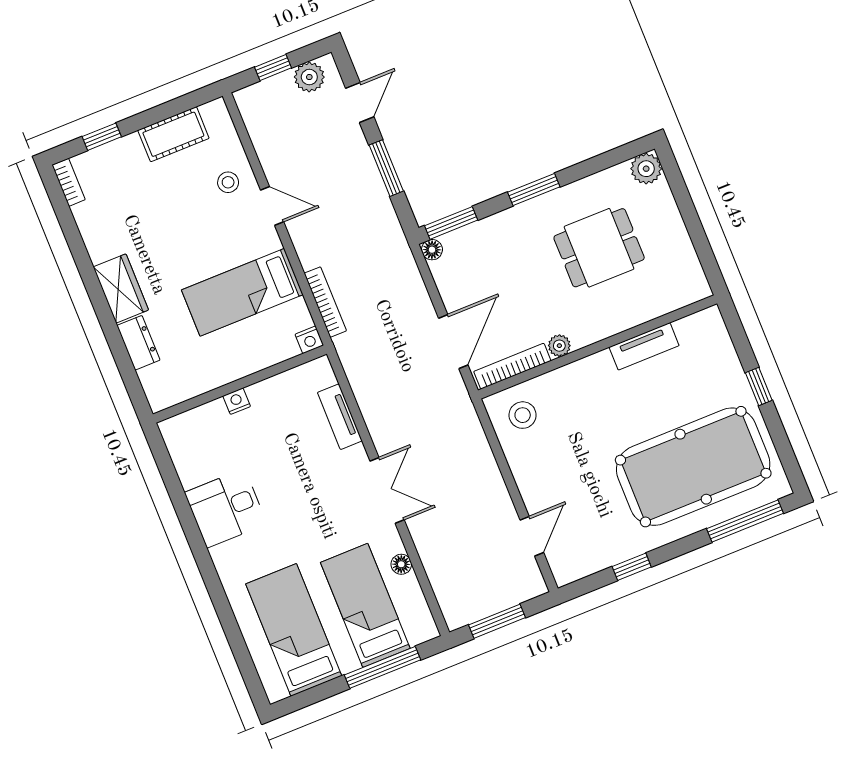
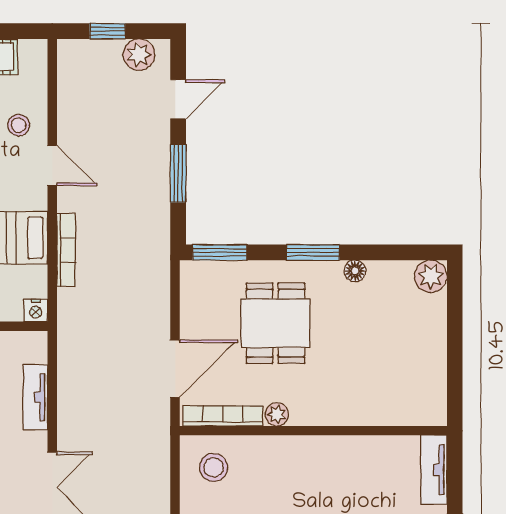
dining table: (599, 248) -> (275, 323), moved, turned 90
floor lamp: (432, 250) -> (355, 271), moved
bookcase: (325, 302) -> (66, 250), moved
tv unit: (644, 346) -> (434, 470), moved, turned 90

